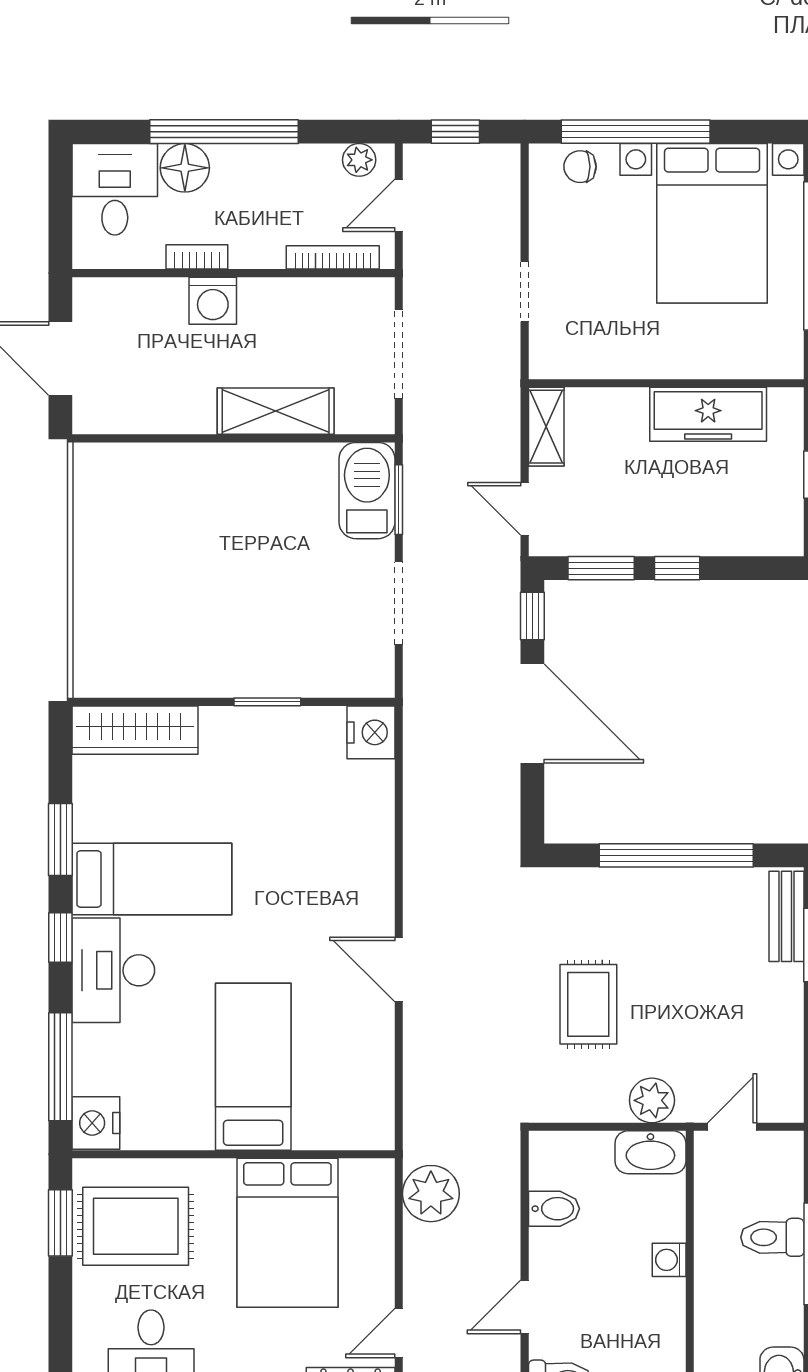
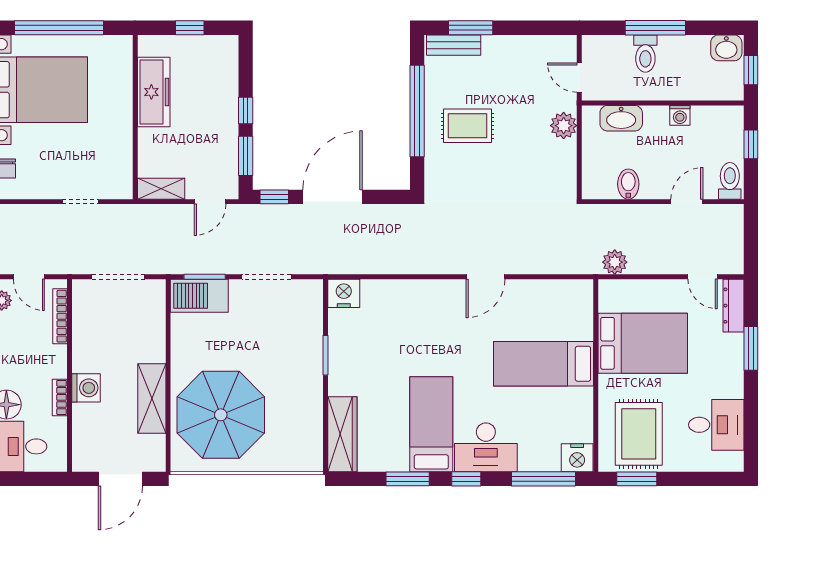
shelving: (276, 411) -> (152, 398), moved
parasol: (168, 527) -> (221, 415), added
rug: (588, 1004) -> (467, 126), moved
washbasin: (650, 1152) -> (621, 118), moved, turned 90
plant: (431, 1194) -> (615, 262), width x0.73, depth x0.73
washing machine: (669, 1260) -> (680, 115), moved
door: (525, 1307) -> (687, 202), swing flipped

